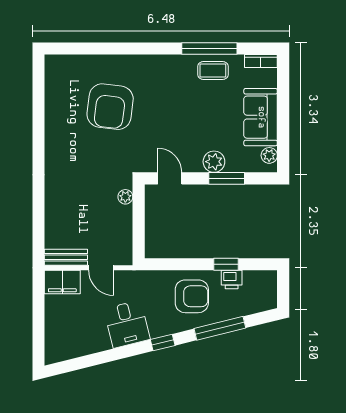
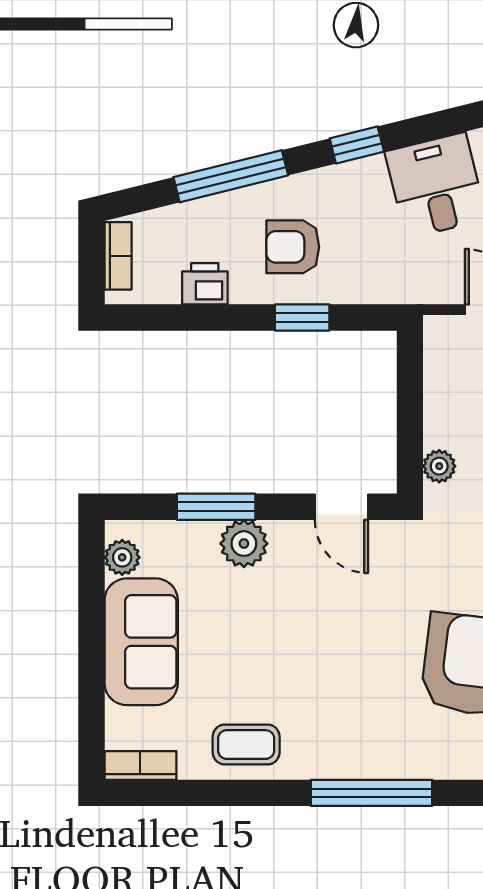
window: (209, 49) -> (372, 793), moved
window: (226, 264) -> (302, 317), moved
bookcase: (271, 292) -> (118, 256), added
armchair: (192, 296) -> (293, 247), width x0.72, depth x0.72

